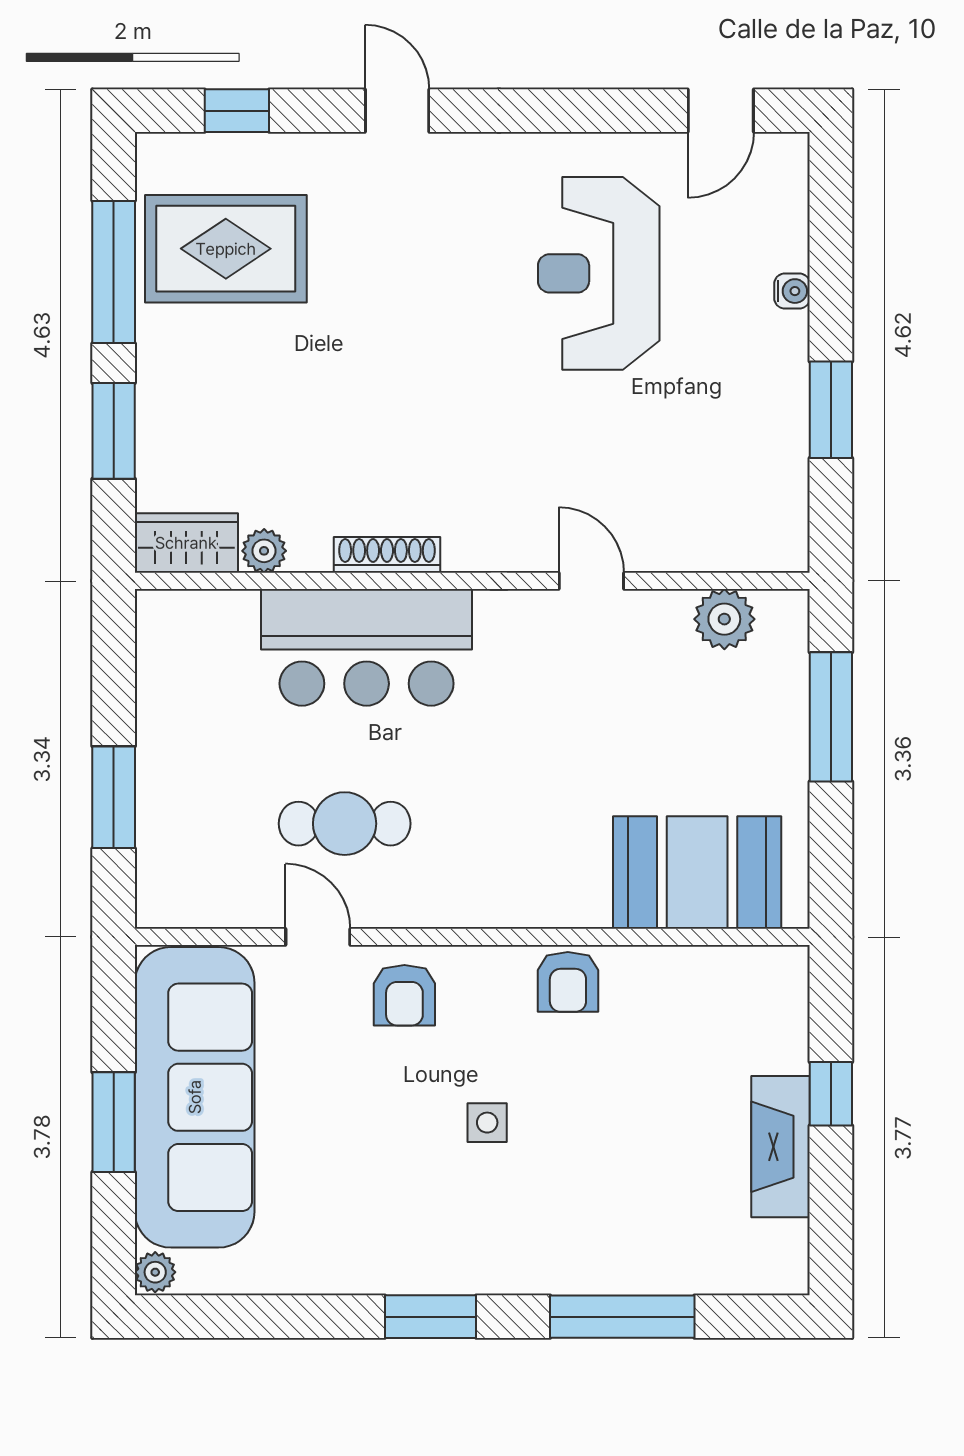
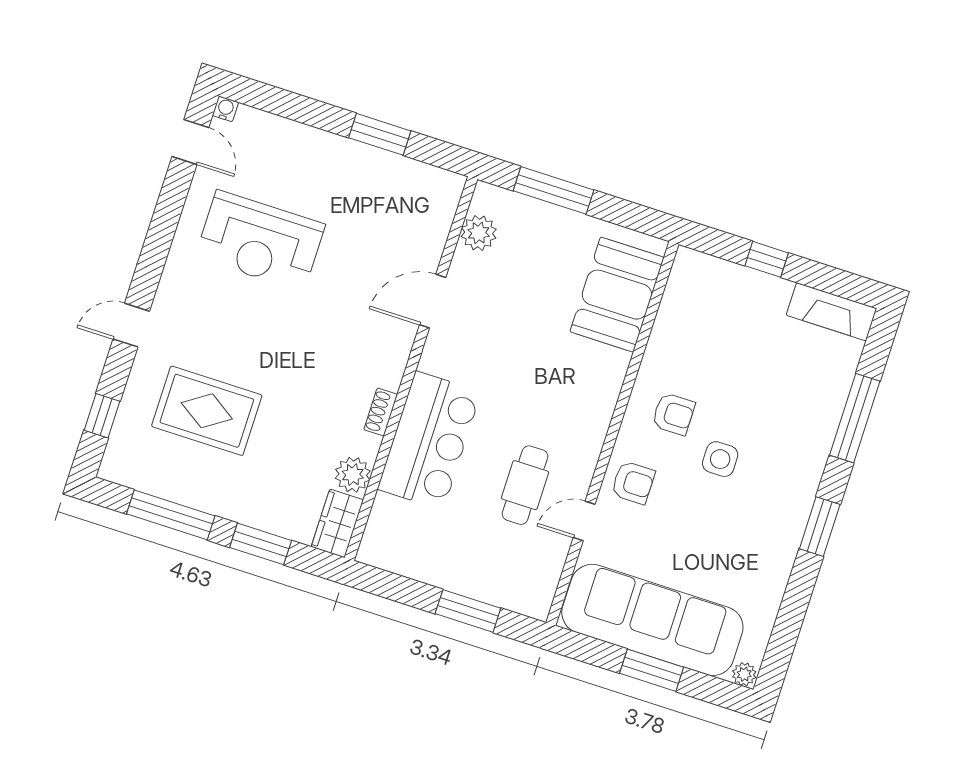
rug: (226, 249) -> (207, 411), moved, turned 90
water cooler: (792, 291) -> (225, 109), moved
plant: (264, 551) -> (353, 475), width x1.38, depth x1.38
shoe rack: (387, 555) -> (381, 412), width x0.70
door: (591, 581) -> (433, 301), width x1.38
armchair: (568, 982) -> (673, 414), moved
side table: (487, 1123) -> (720, 459), width x1.37, depth x1.37
fireplace: (781, 1147) -> (832, 312), moved

